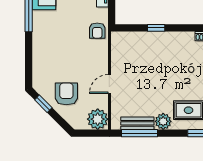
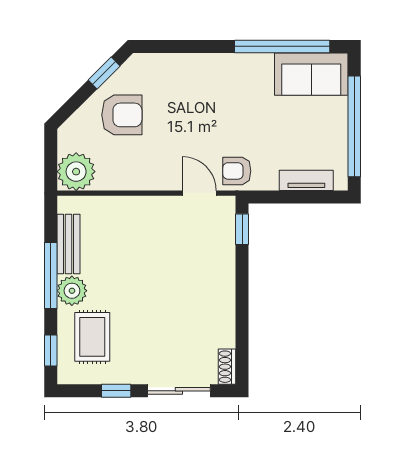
window: (156, 28) -> (242, 229), moved
door: (109, 84) -> (199, 193), moved
window: (140, 133) -> (51, 275), moved

